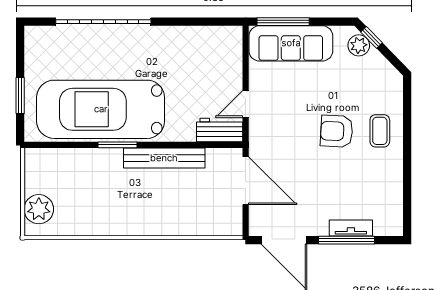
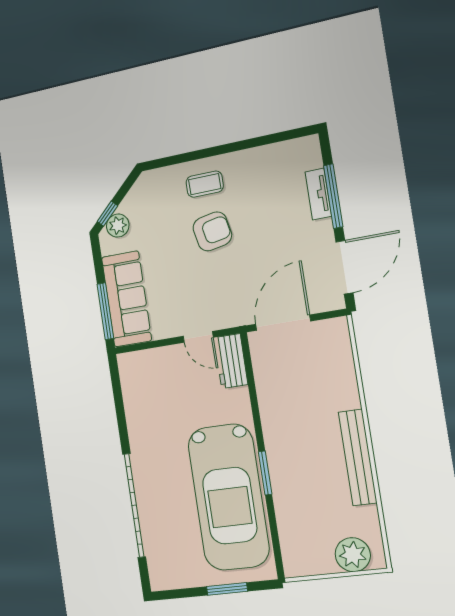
armchair: (337, 131) -> (212, 231), turned -104
bench: (164, 158) -> (358, 457), moved

